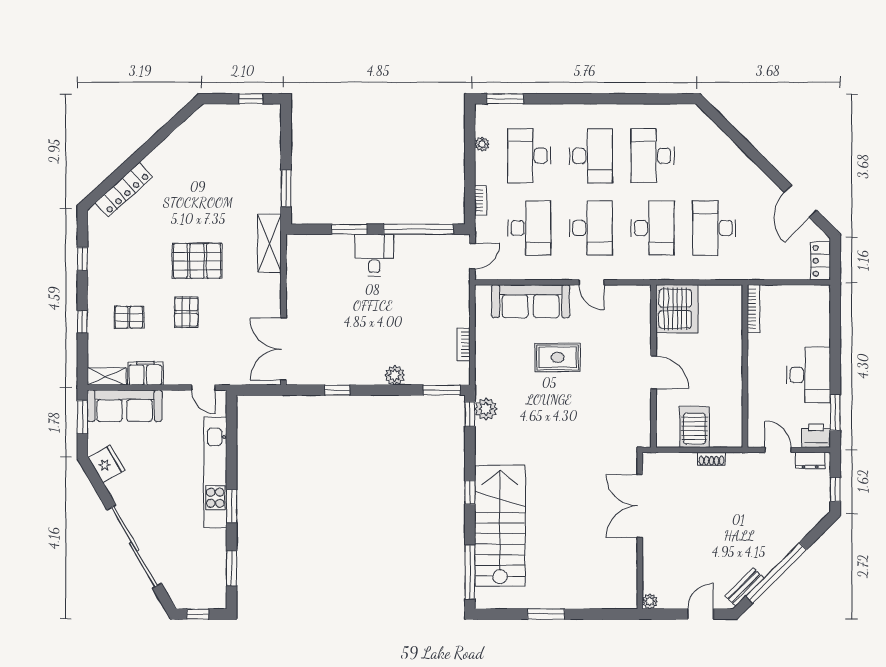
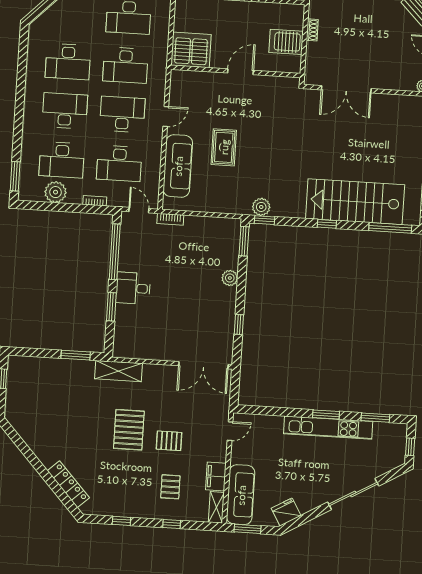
plant: (482, 144) -> (56, 192), width x1.88, depth x1.88
desk: (529, 228) -> (119, 163), turned 180
desk: (653, 228) -> (125, 65), turned 180
bookcase: (463, 344) -> (170, 219), moved
kitchen unit: (215, 472) -> (328, 428), moved
sliding door: (134, 547) -> (353, 494), width x0.73

